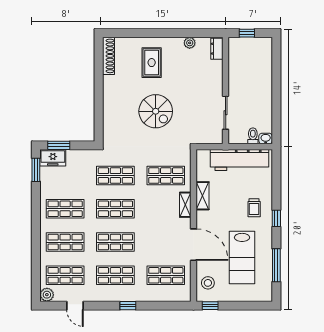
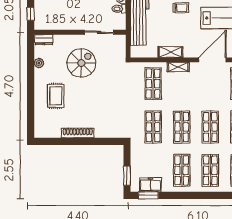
shoe rack: (109, 56) -> (78, 133), moved
rug: (152, 63) -> (56, 96), turned 90
spiral stairs: (156, 111) -> (81, 63), moved
freezer: (53, 158) -> (150, 185), moved, turned -90

